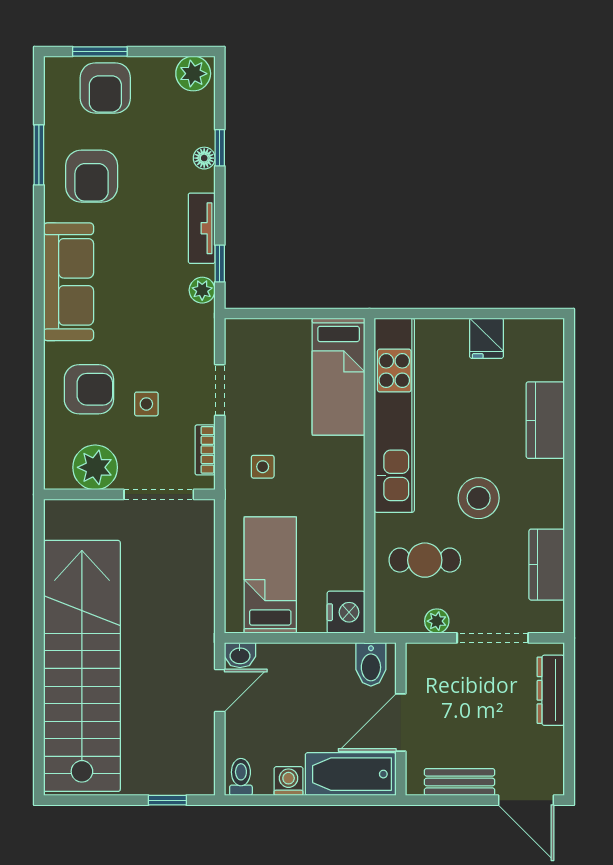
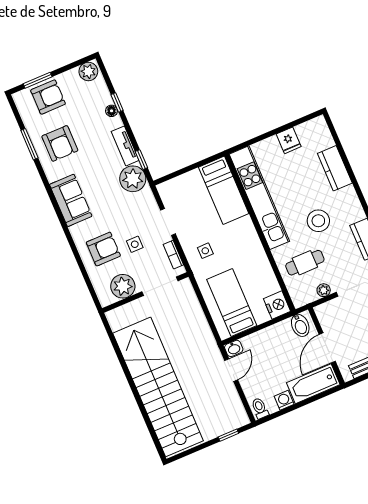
armchair: (105, 88) -> (48, 97), turned -90
sofa: (69, 282) -> (71, 200), width x0.73
plant: (202, 290) -> (133, 179), width x1.88, depth x1.88

